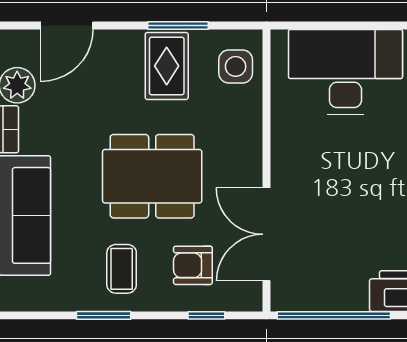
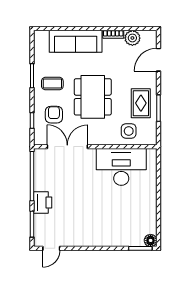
door: (67, 26) -> (158, 60), hinge flipped
rug: (167, 66) -> (141, 103), turned 90
side table: (236, 66) -> (129, 131), moved
desk: (345, 72) -> (121, 167), moved, turned -90

